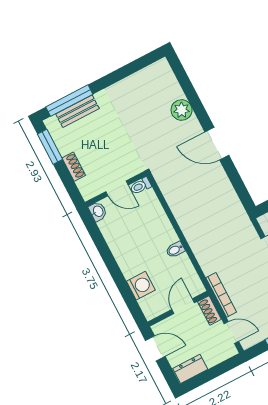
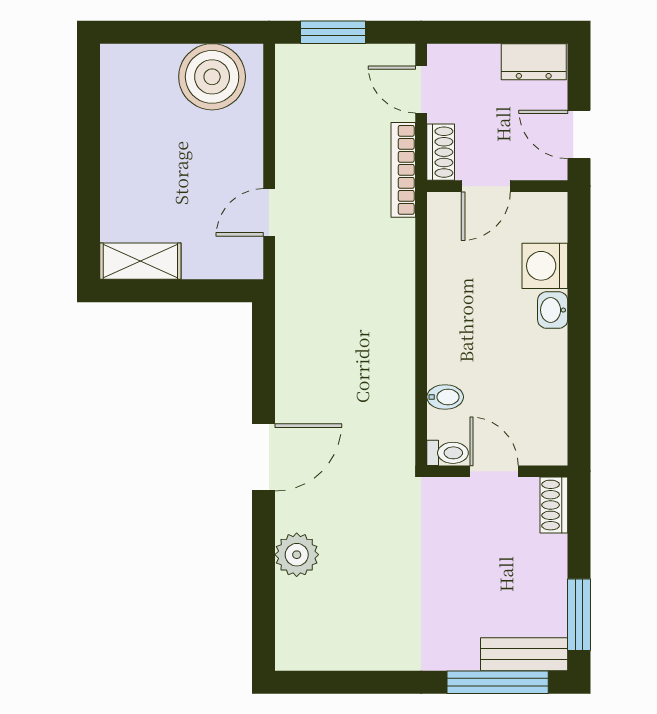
bench: (77, 111) -> (524, 654), moved
door: (217, 144) -> (263, 457), hinge flipped
shoe rack: (74, 167) -> (554, 505), moved
washbasin: (98, 211) -> (553, 310), moved
bidet: (175, 250) -> (445, 397), moved

